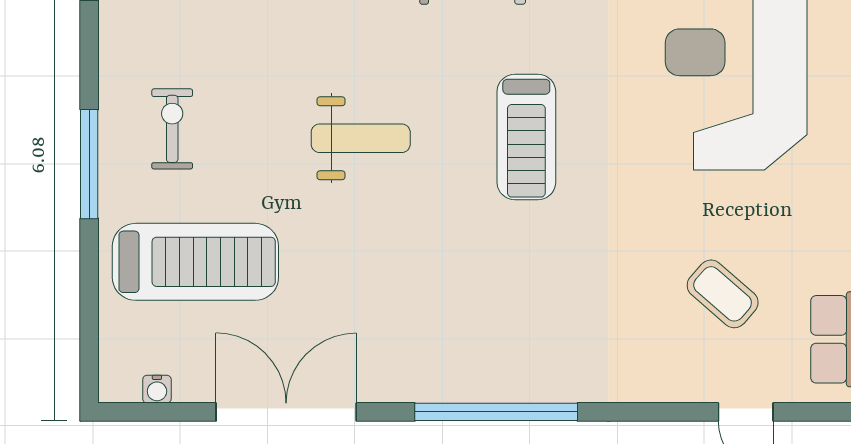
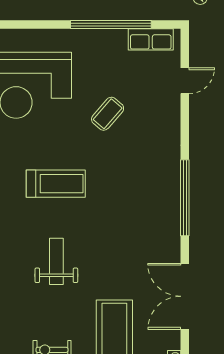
coffee table: (723, 294) -> (108, 114), moved

